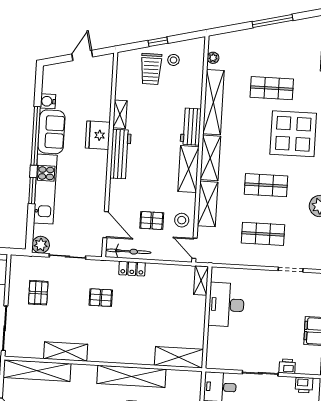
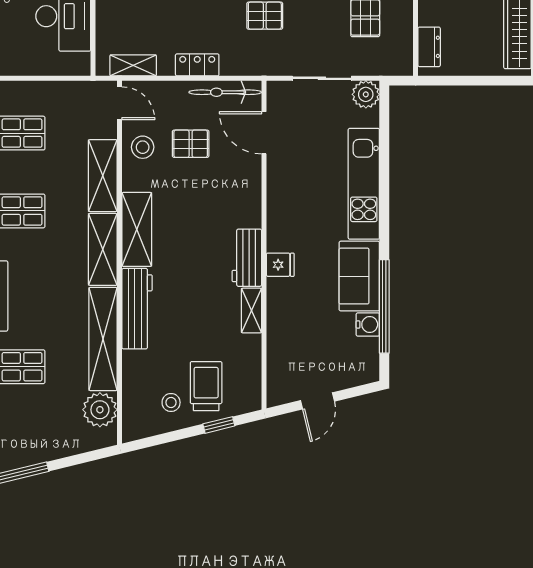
window: (158, 42) -> (219, 425), moved
plant: (213, 58) -> (100, 410), width x1.87, depth x1.87
workbench: (191, 127) -> (137, 309), width x1.37
fridge: (98, 135) -> (280, 265), width x0.53, depth x0.75
window: (36, 136) -> (384, 306), moved
workbench: (121, 154) -> (247, 258), width x0.73
window: (32, 191) -> (384, 180), removed
locker: (132, 269) -> (197, 65), moved
shelving: (201, 280) -> (133, 65), moved, turned 90

